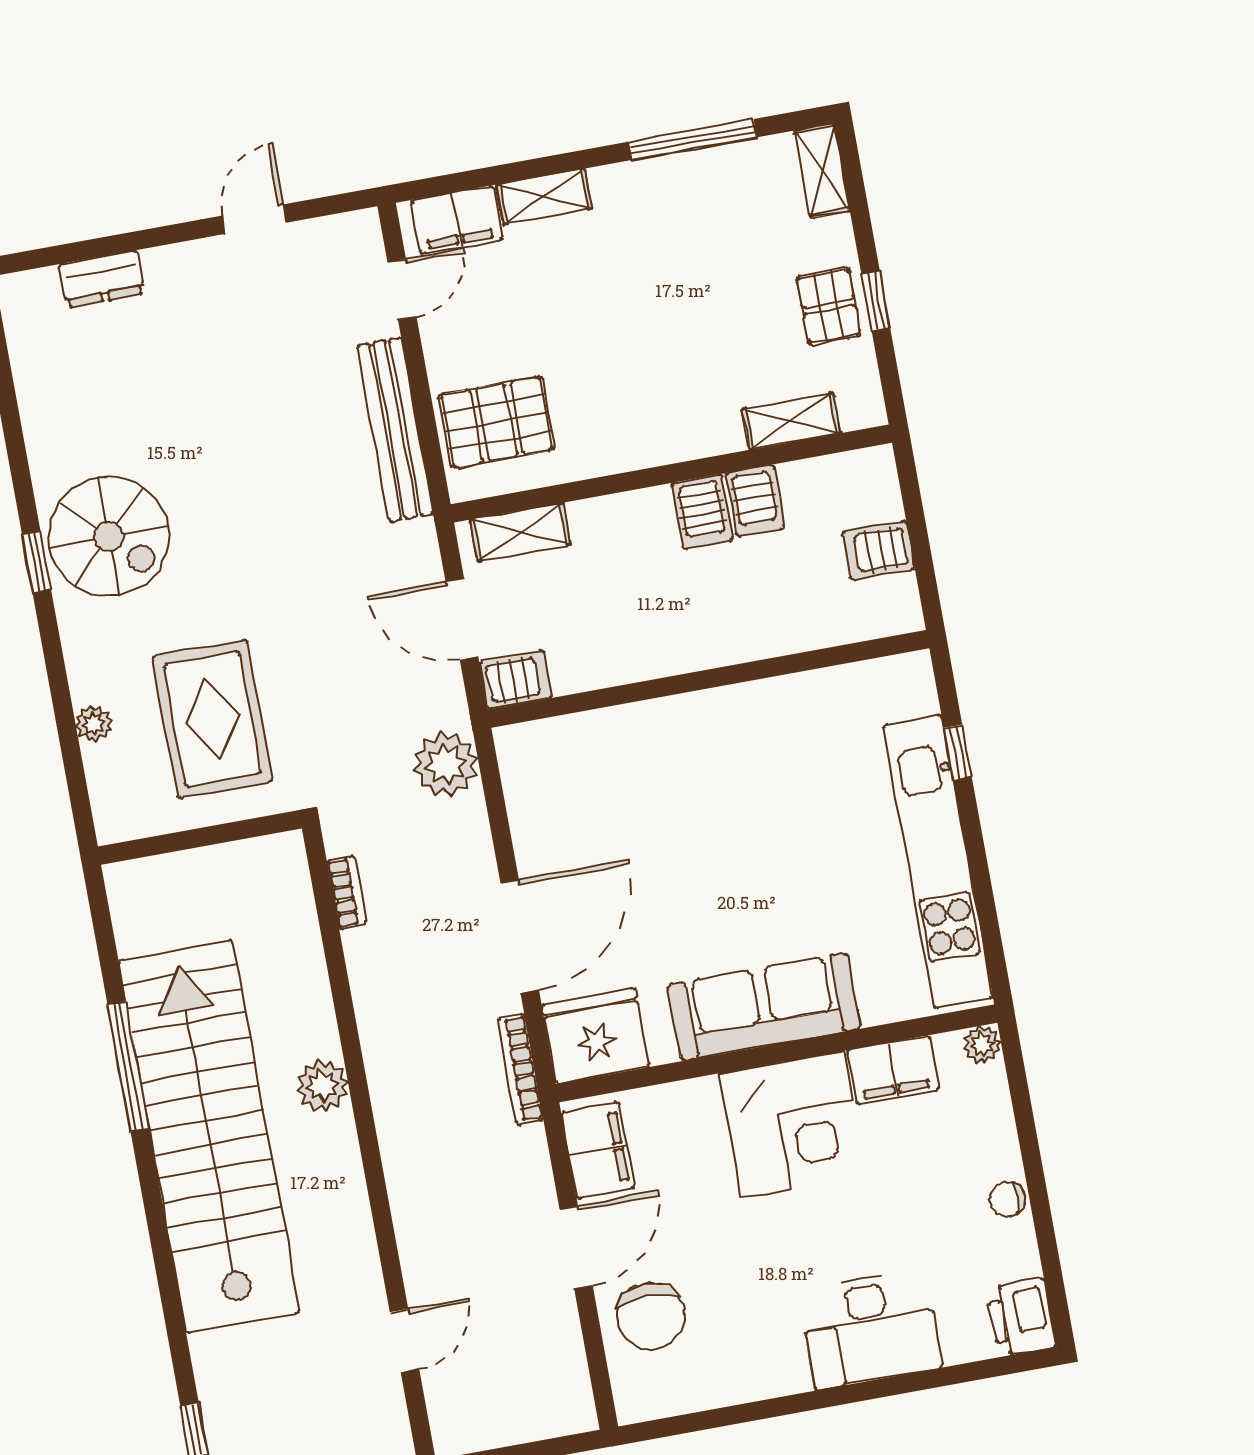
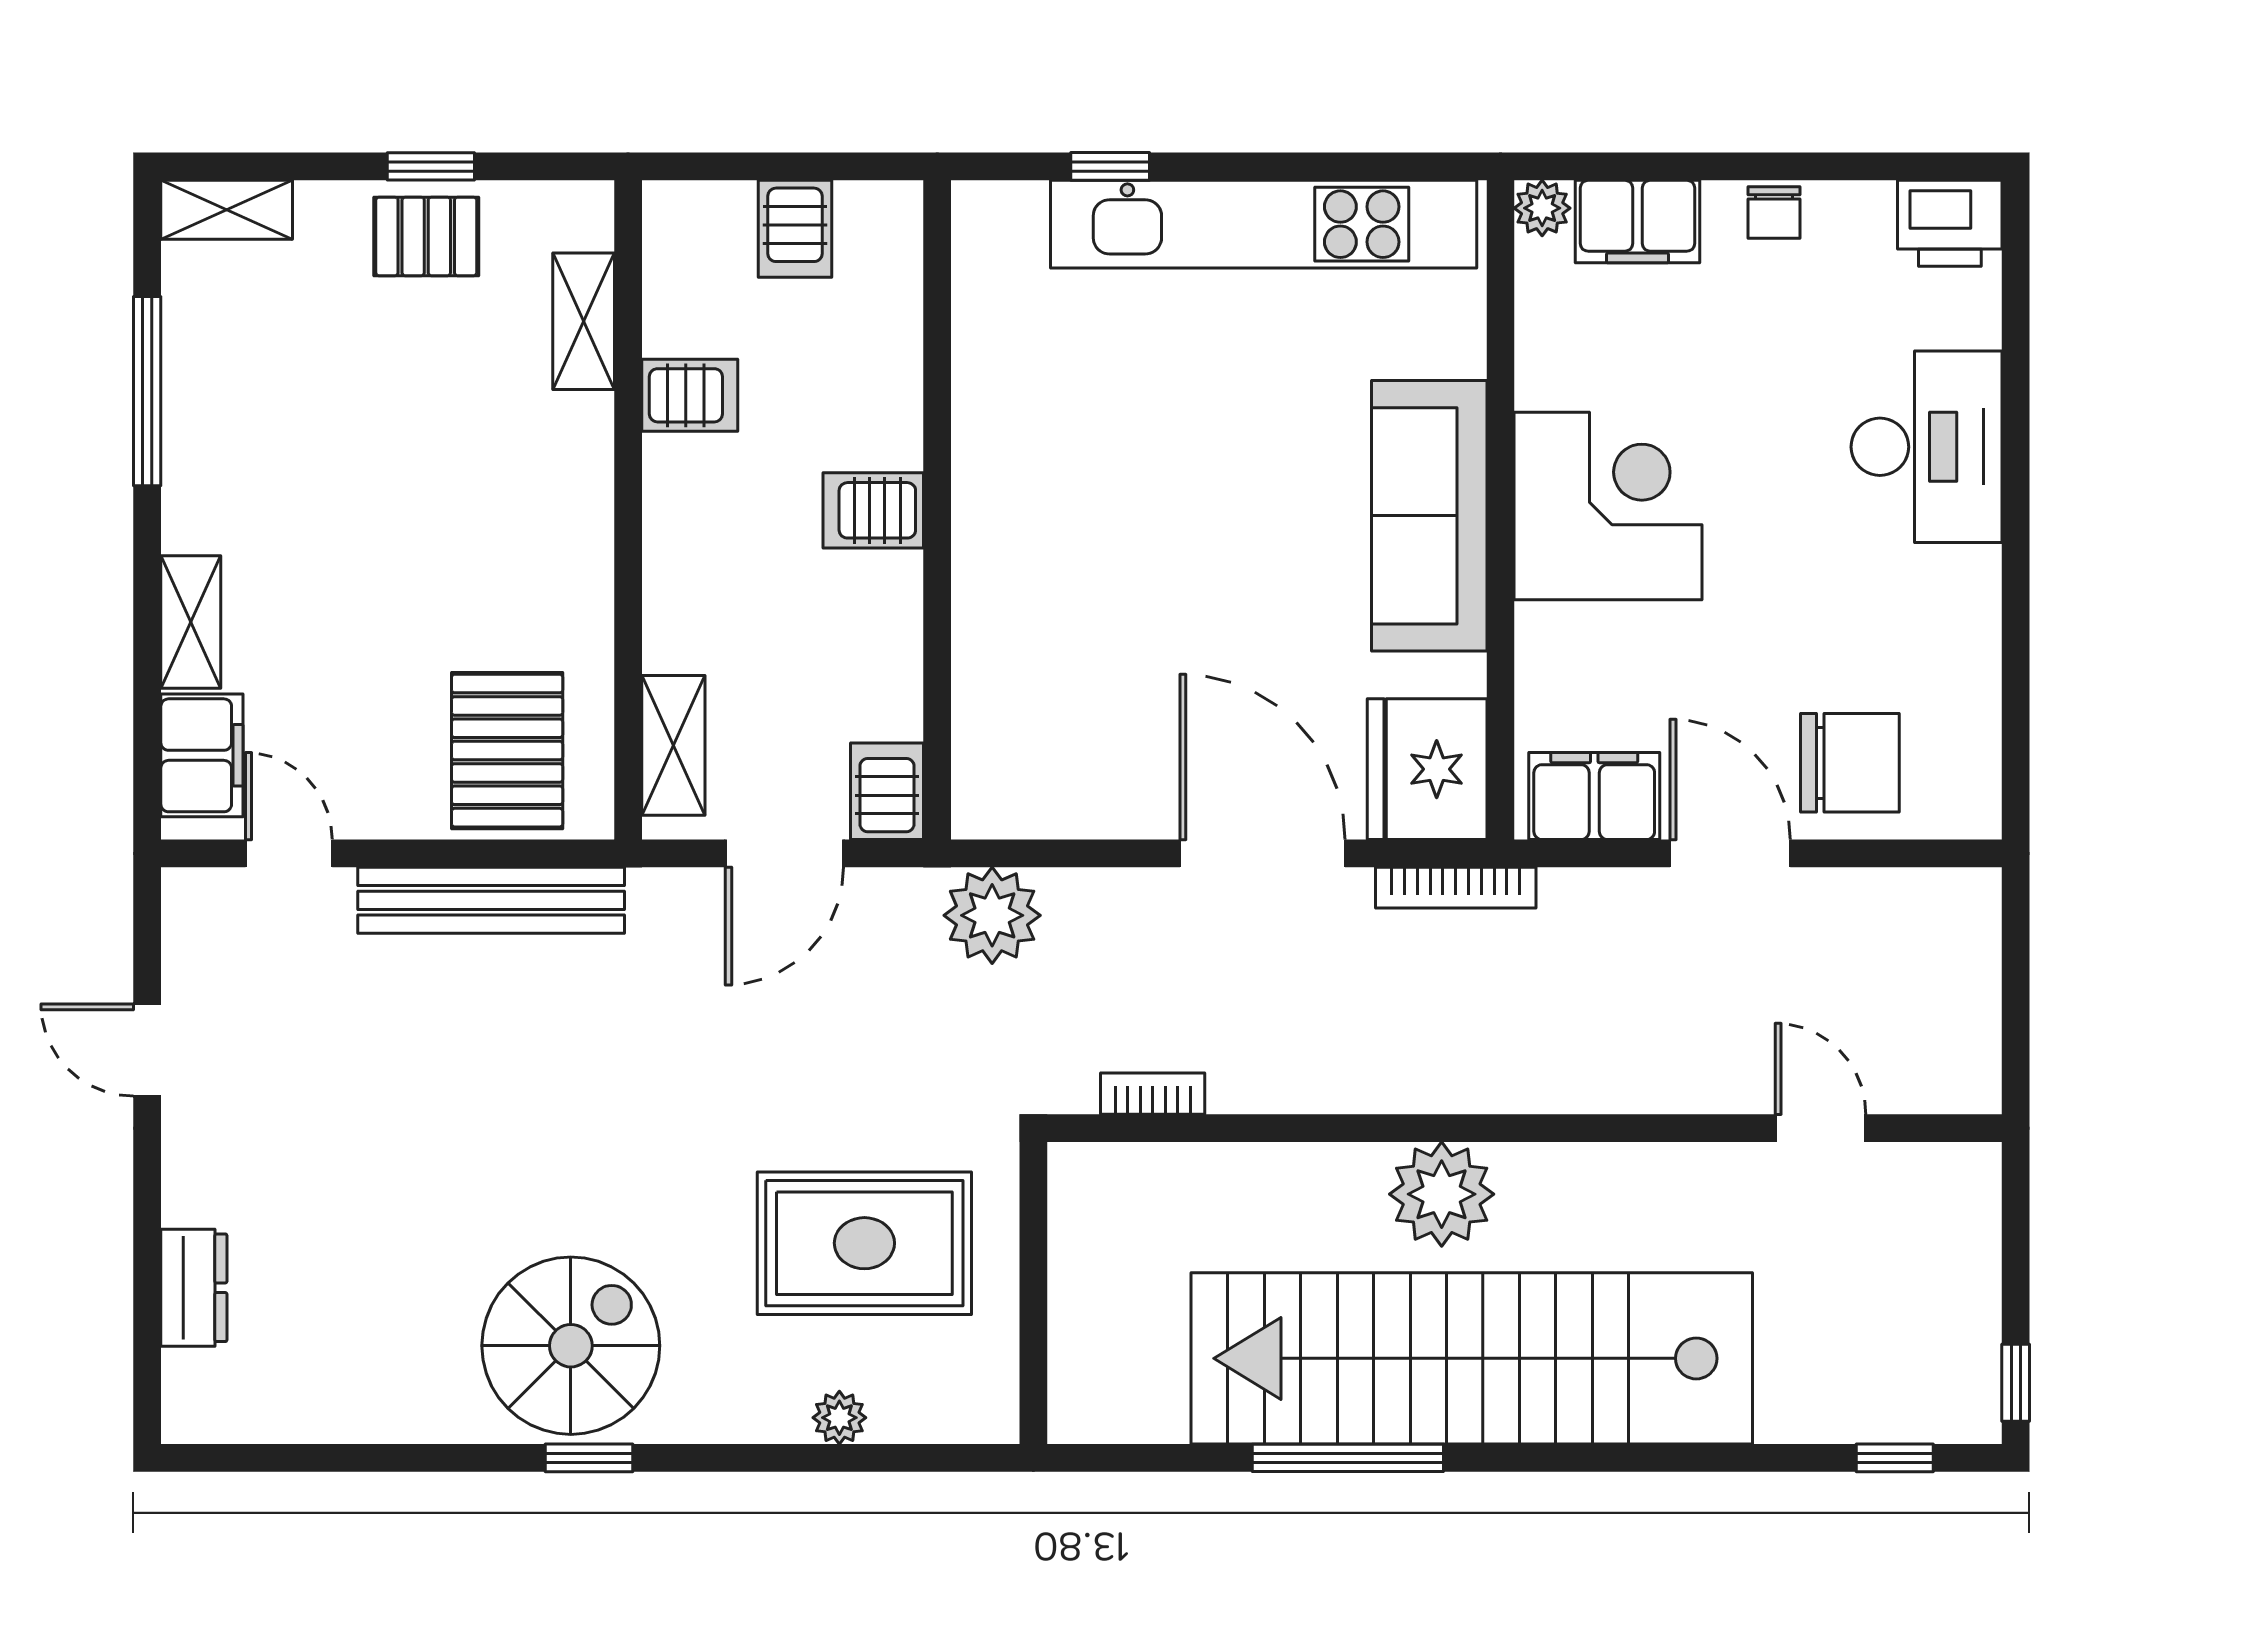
server rack: (702, 512) -> (873, 510), moved, turned 180
filing cabinet: (893, 1070) -> (1638, 222), moved, turned 90
plant: (322, 1086) -> (1442, 1194), width x1.36, depth x1.36

